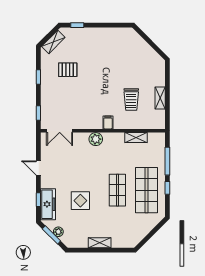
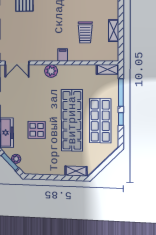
shelving: (136, 137) -> (107, 69), moved
shop shelf: (117, 190) -> (72, 120), width x2.00, depth x1.36
shelving: (100, 243) -> (76, 171), moved

